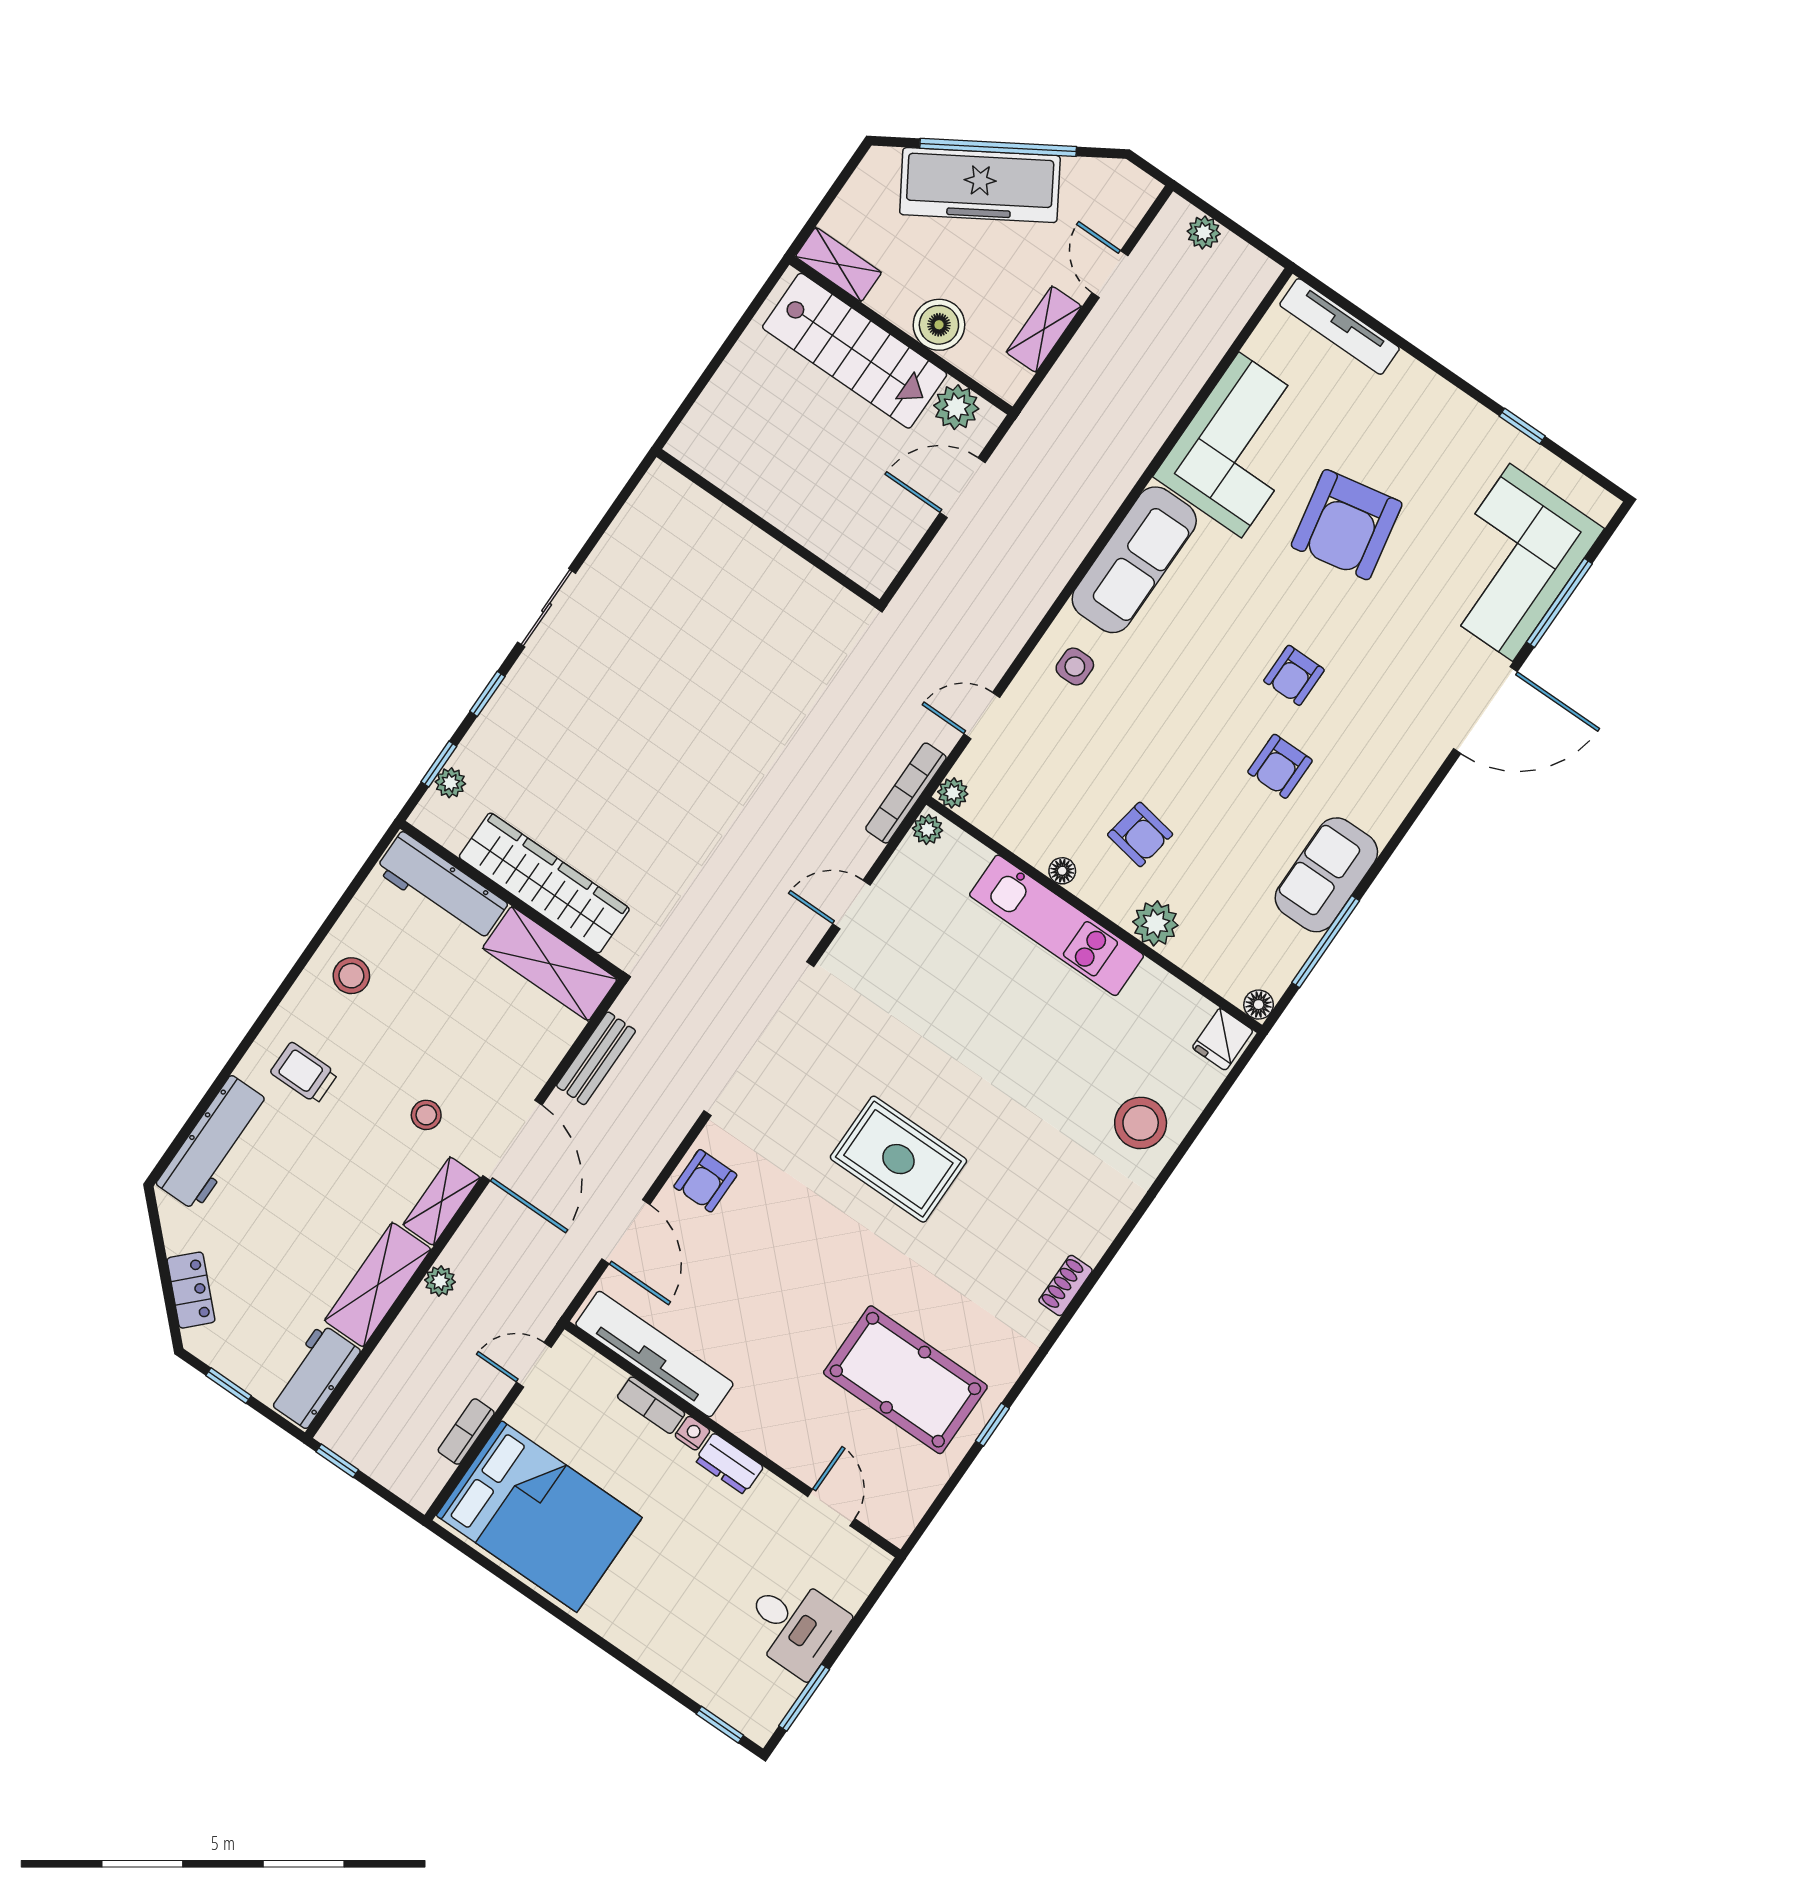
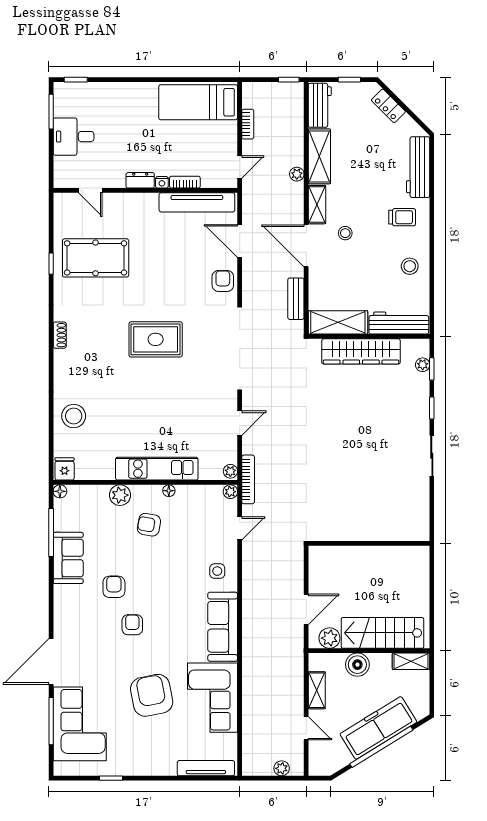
bed: (539, 1516) -> (198, 102), width x0.67

